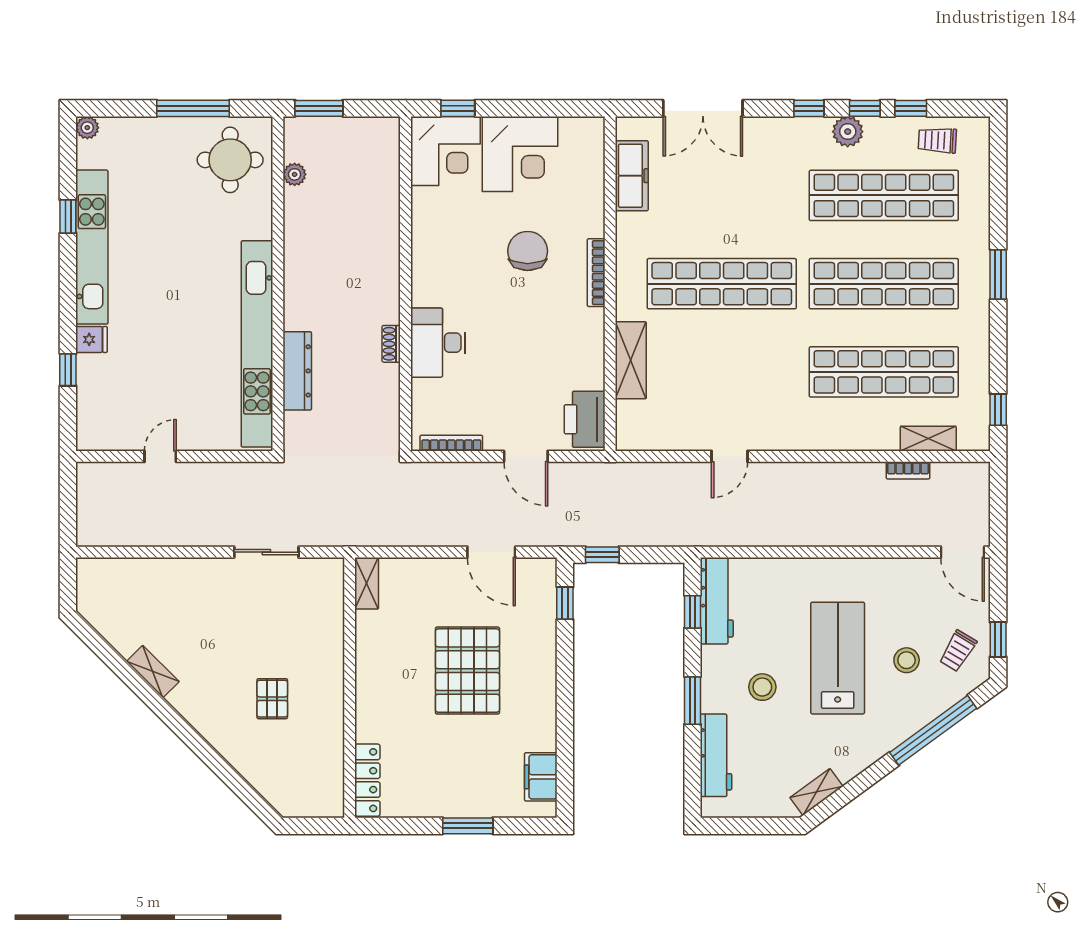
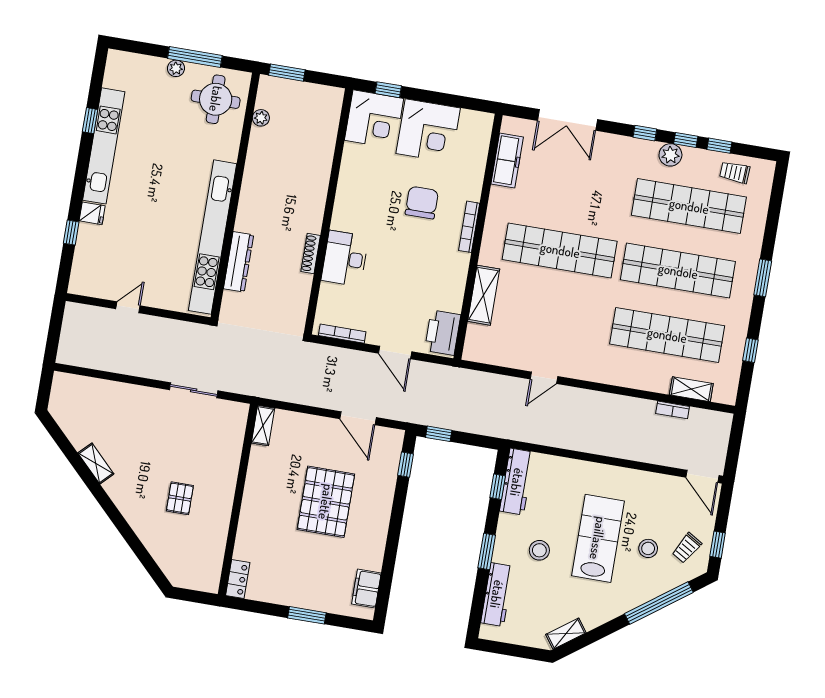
plant: (87, 128) -> (176, 68), moved
shoe rack: (391, 344) -> (311, 254), width x1.43
window: (998, 410) -> (750, 350), moved
locker: (367, 780) -> (238, 579), width x0.66

